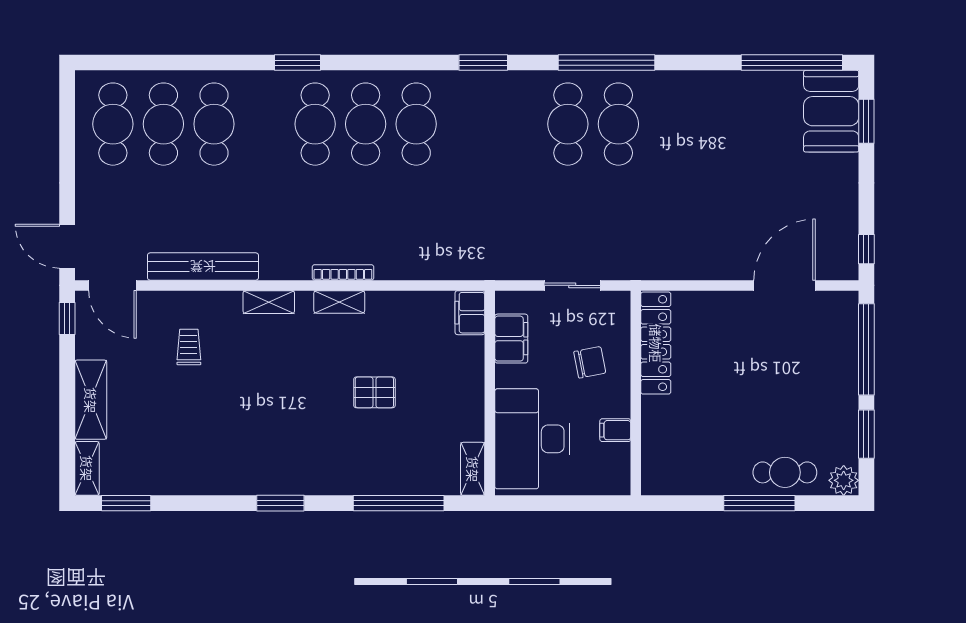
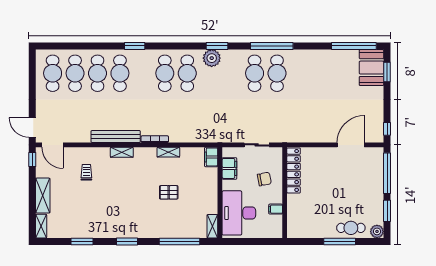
plant: (471, 90) -> (212, 58), added
cafe table: (315, 124) -> (120, 73), moved
bench: (203, 267) -> (116, 136), moved
shelving: (339, 302) -> (168, 152), moved
window: (126, 503) -> (82, 242), moved

